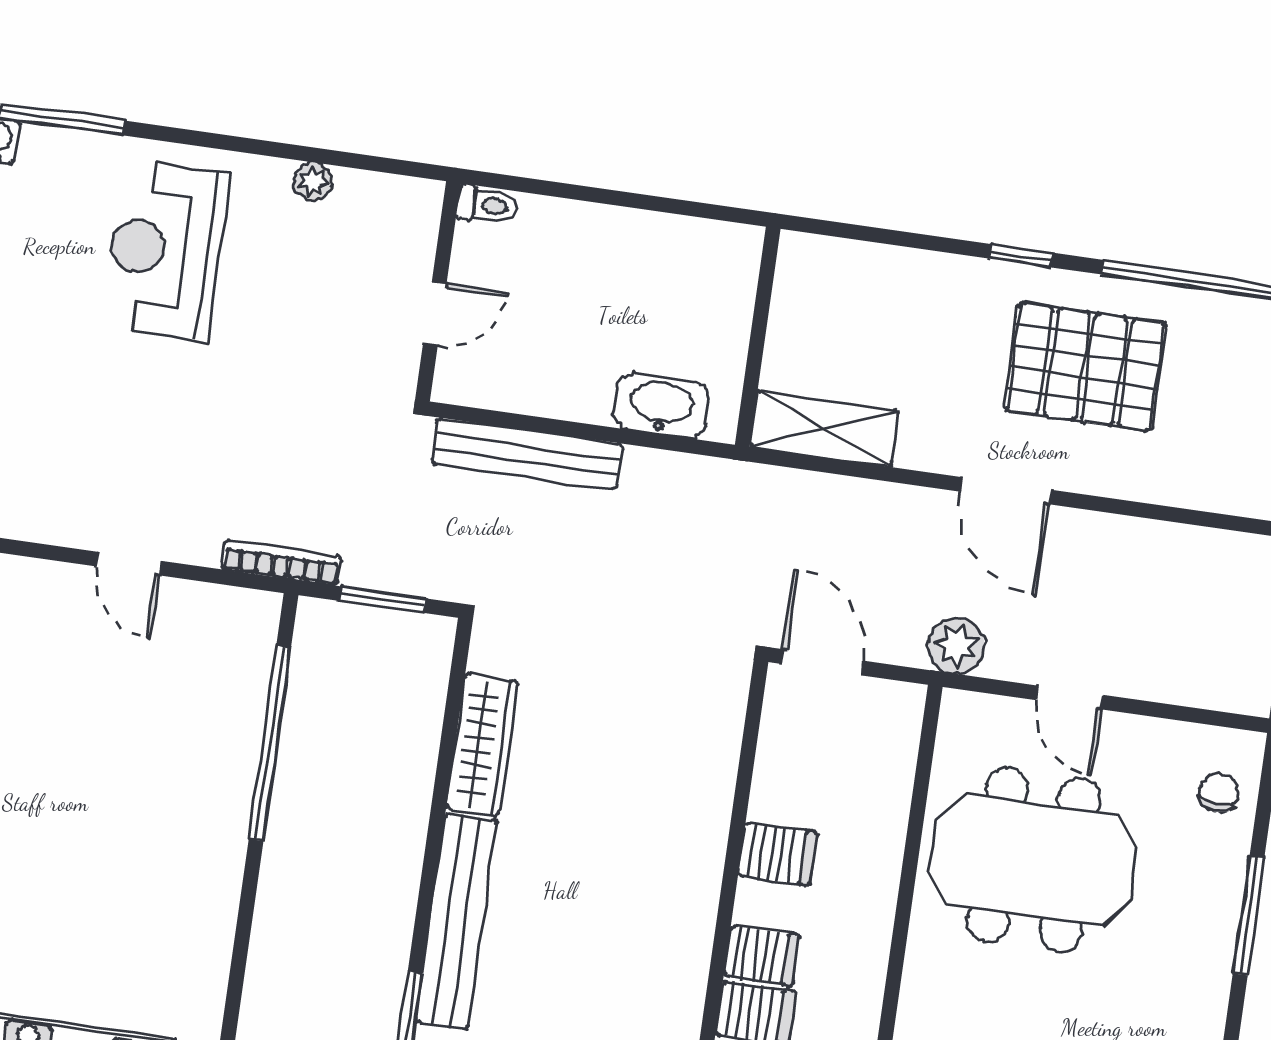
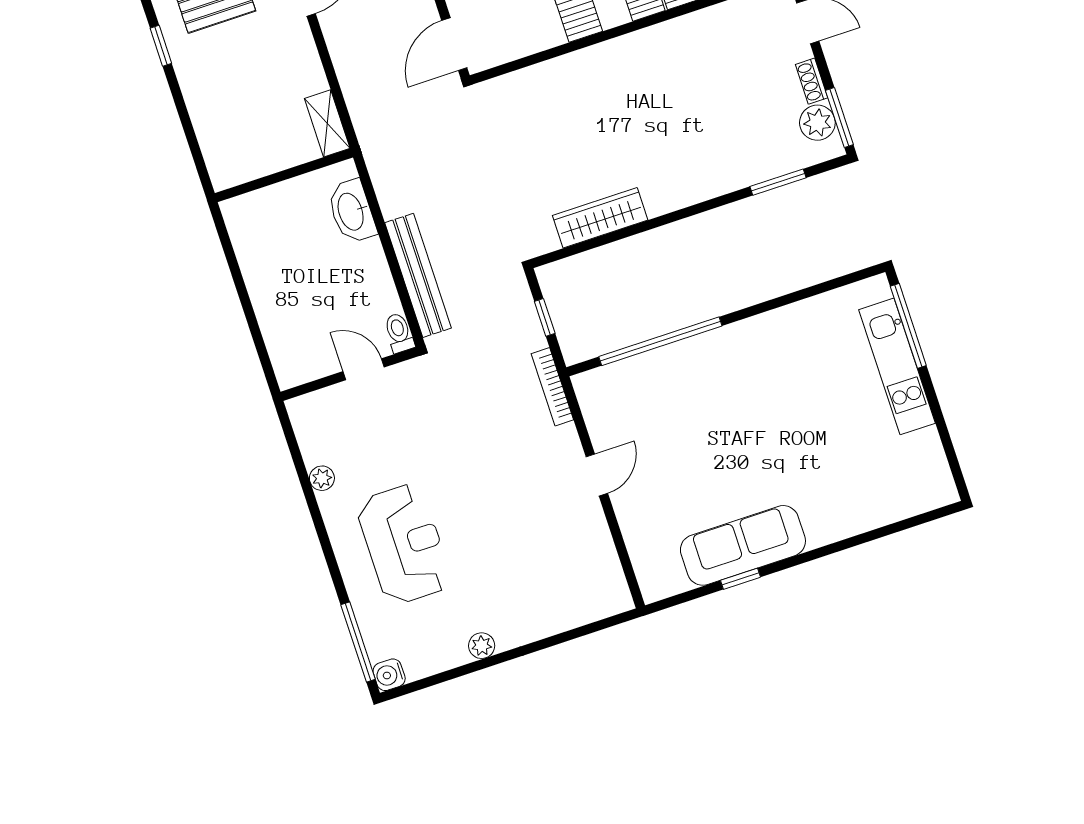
toilet: (487, 205) -> (399, 333), moved
reception desk: (166, 250) -> (404, 544), turned -90
shelving: (824, 429) -> (327, 123), width x0.67, depth x0.75
window: (382, 600) -> (545, 317), width x0.67
bench: (456, 921) -> (710, 182), removed

